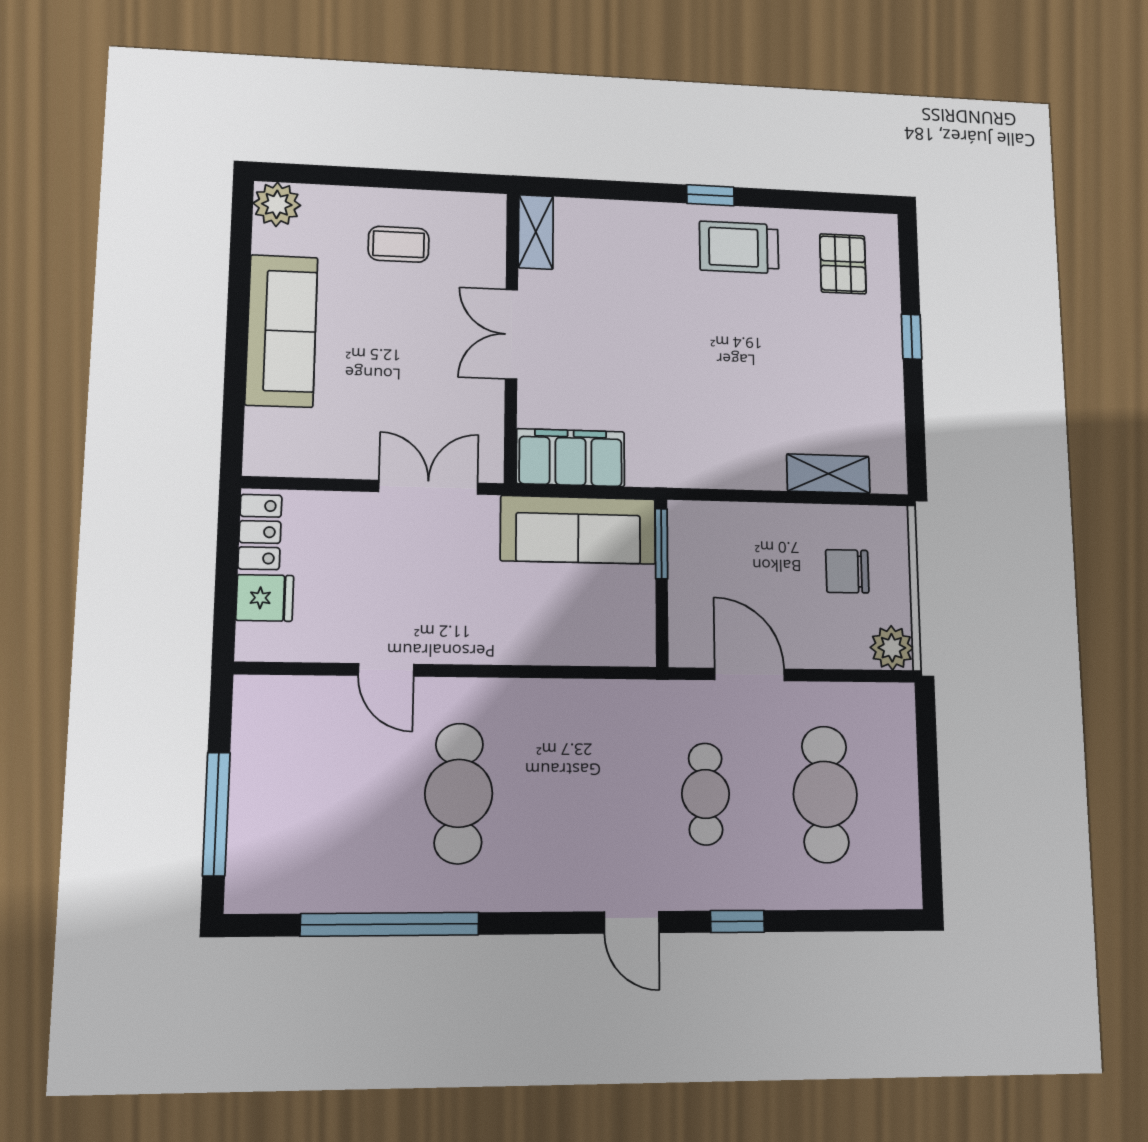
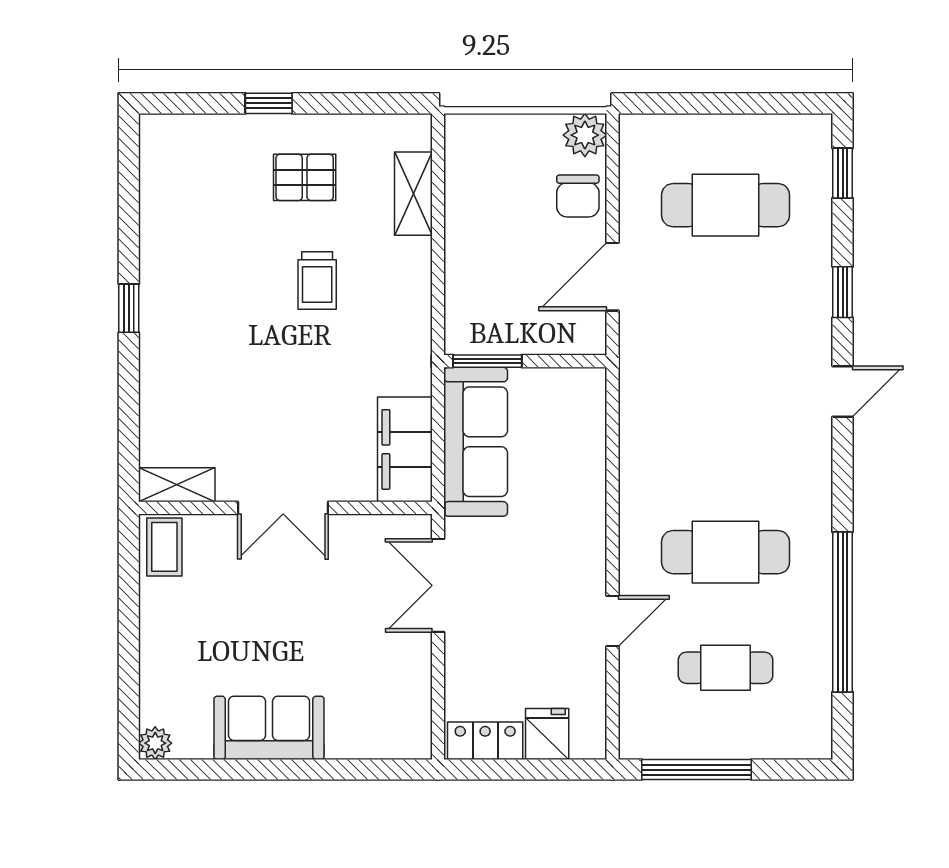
plant: (277, 204) -> (155, 743), width x0.73, depth x0.73
coffee table: (399, 244) -> (164, 547), moved
trolley: (739, 247) -> (317, 280), moved, width x0.73, depth x0.72
pallet: (843, 264) -> (305, 177), moved
sofa: (282, 331) -> (269, 728), width x0.73
chair: (847, 571) -> (578, 196), moved
cafe table: (706, 794) -> (726, 668), moved
window: (216, 814) -> (696, 770), moved
window: (862, 920) -> (843, 173), added

